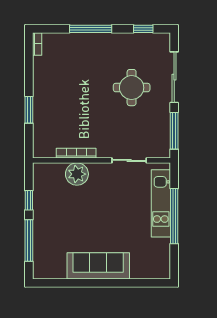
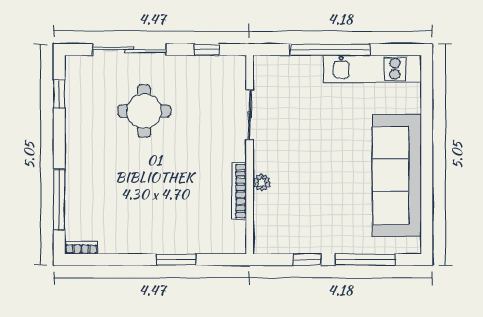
window: (91, 29) -> (59, 199), moved
window: (174, 131) -> (207, 50), width x0.46
plant: (77, 174) -> (262, 182), width x0.53, depth x0.53
kitchen unit: (161, 203) -> (372, 69), moved
sofa: (98, 266) -> (397, 176), width x1.36, depth x1.27

